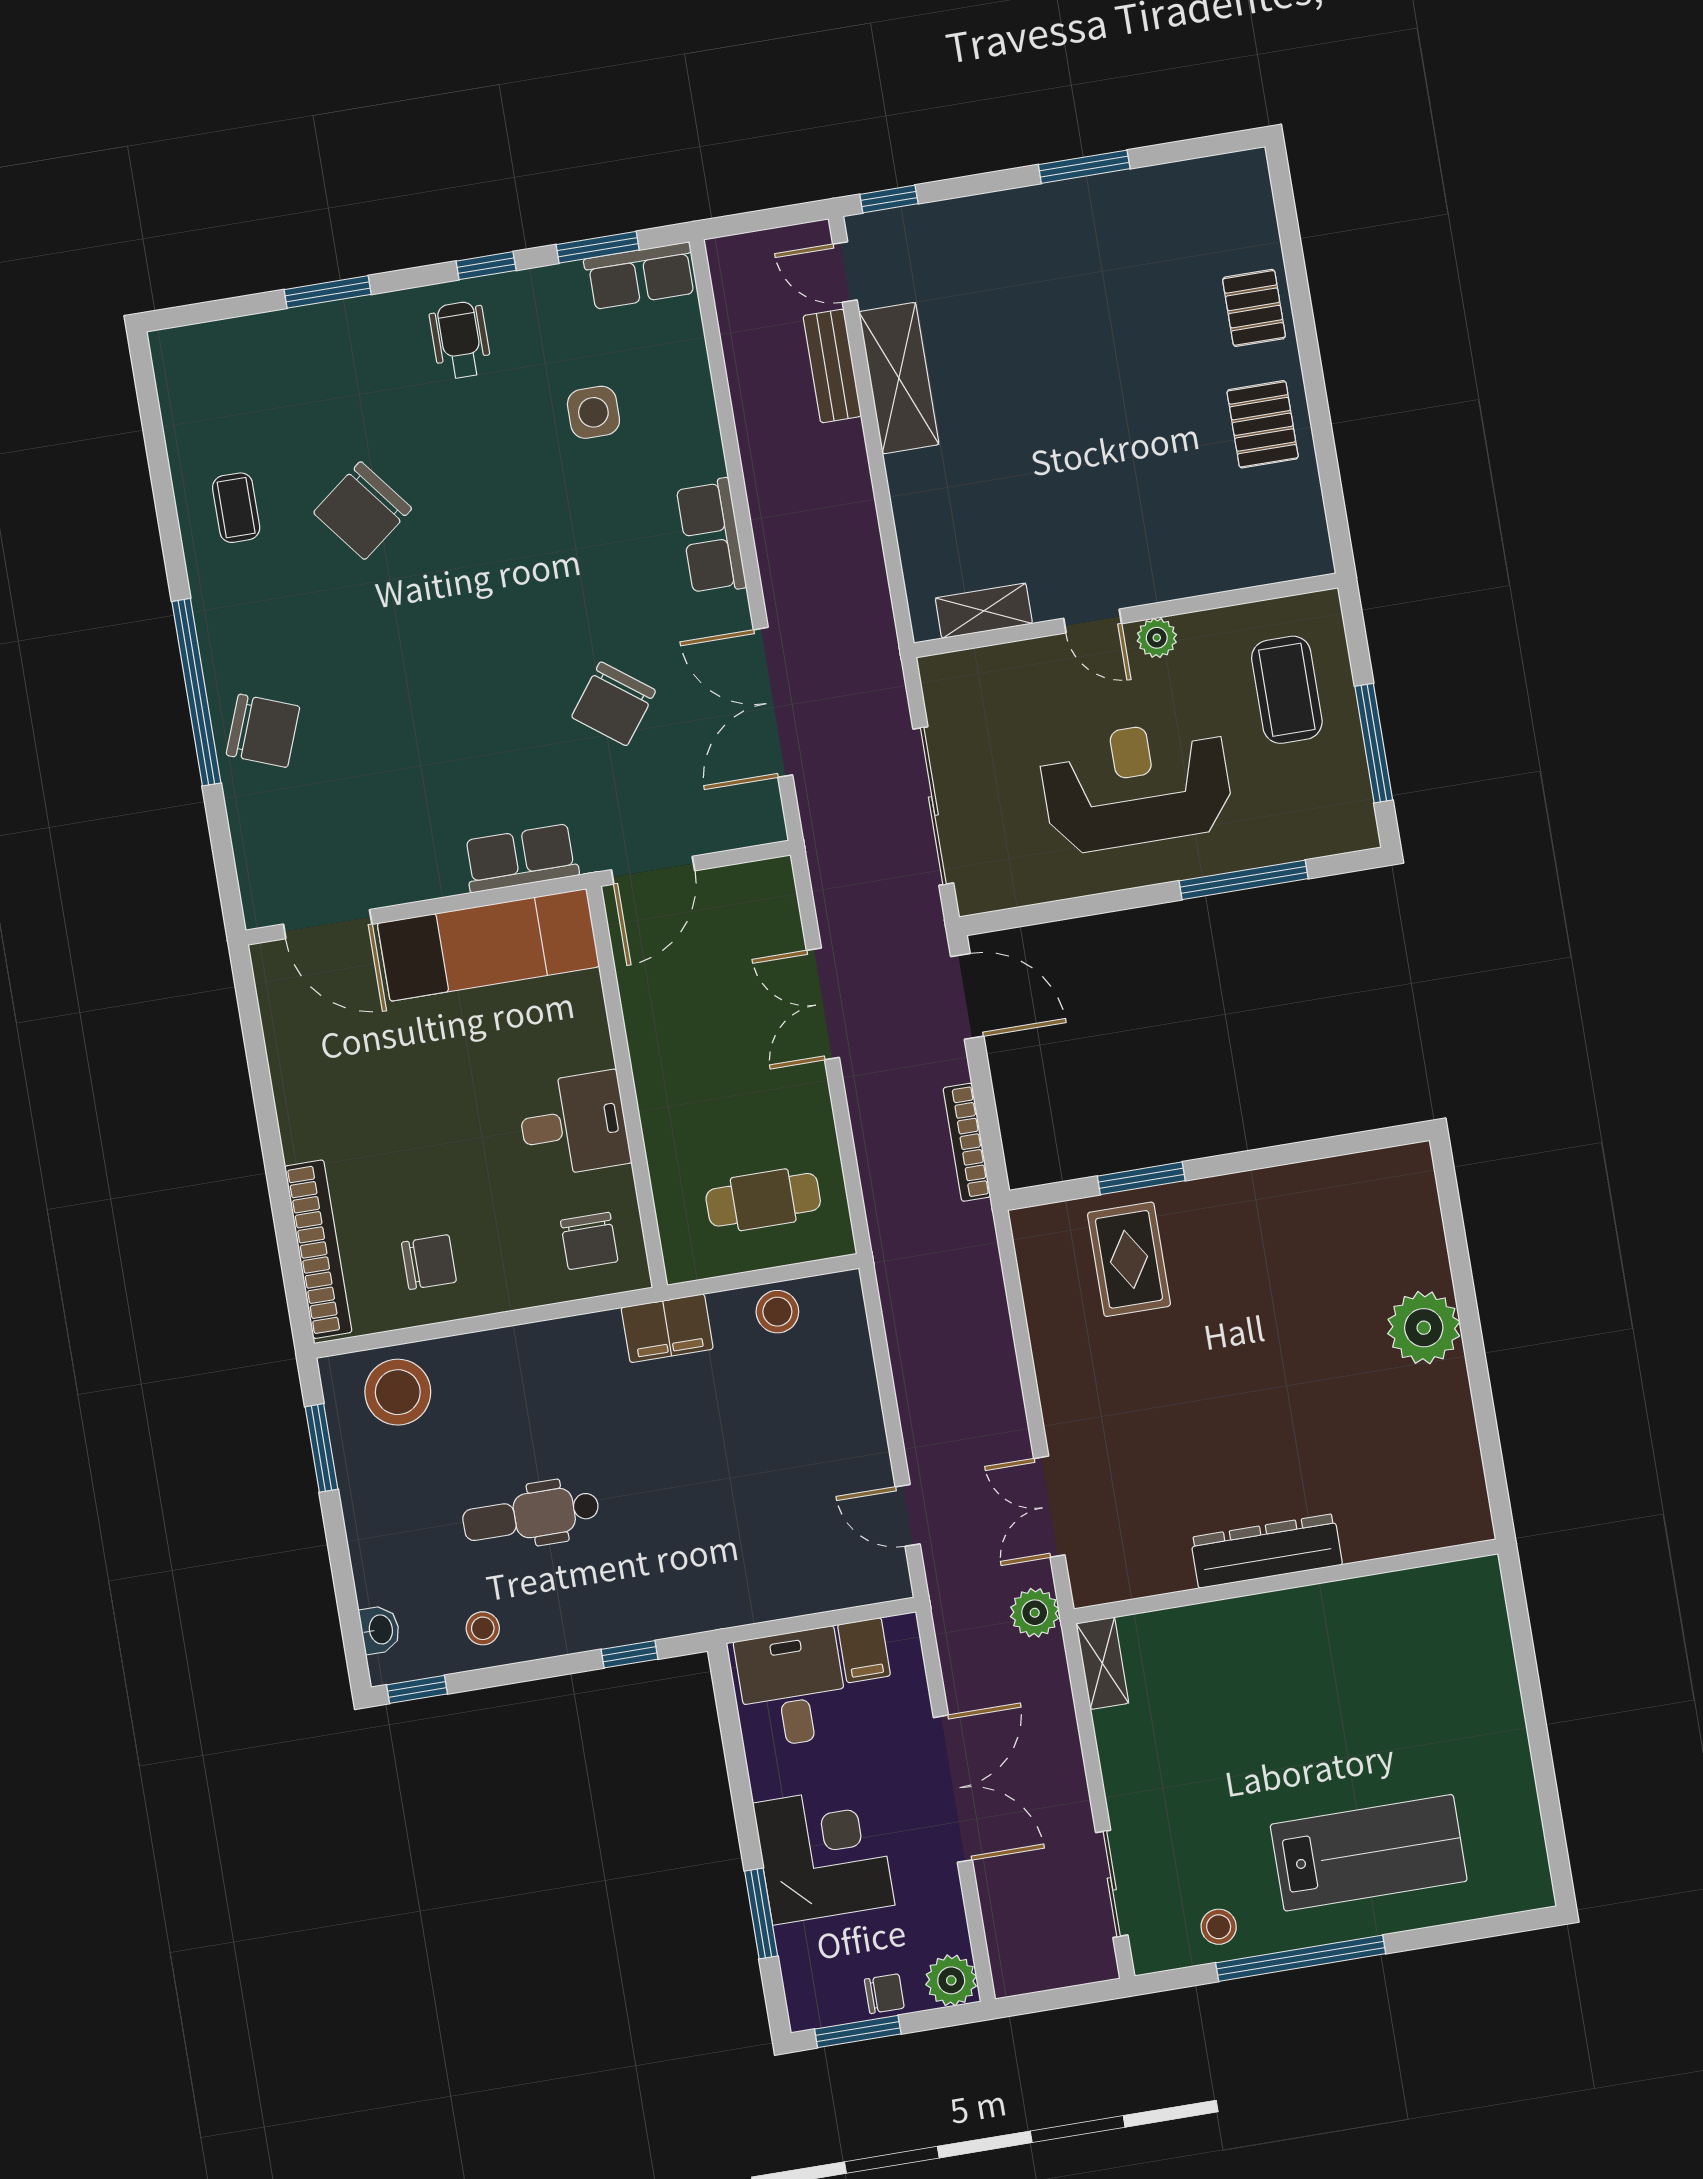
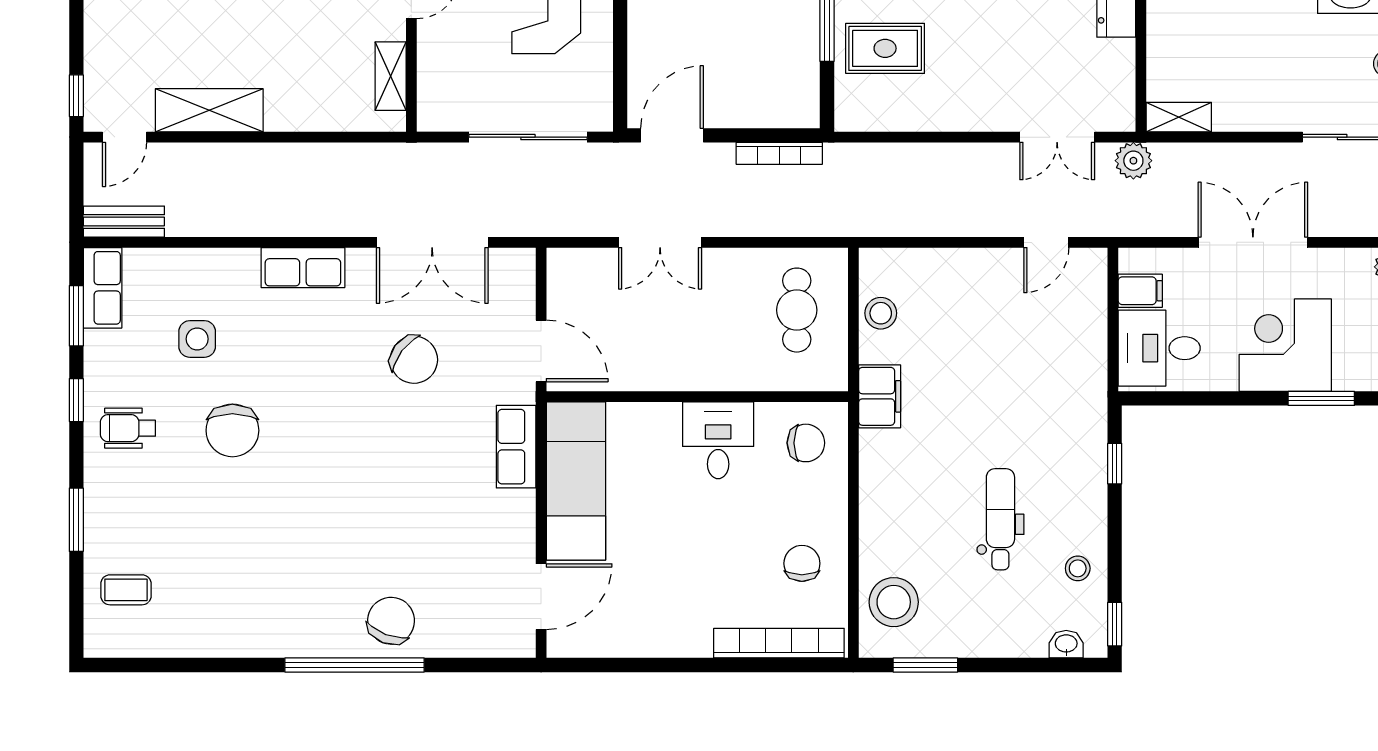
bench: (832, 366) -> (124, 222), moved
coffee table: (236, 508) -> (126, 590), moved
chair: (363, 511) -> (232, 430), moved, turned 38
dental chair: (531, 1515) -> (1000, 519), turned 180

